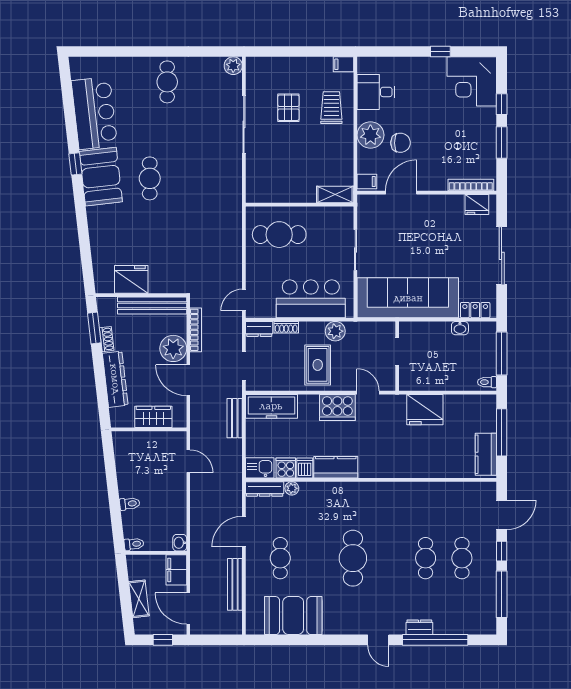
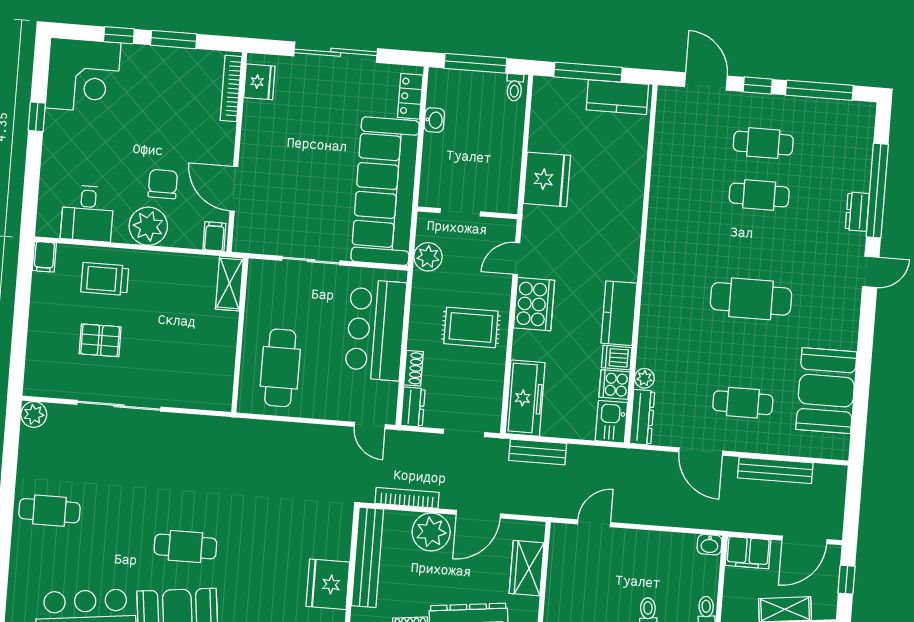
plant: (335, 331) -> (428, 257), moved

